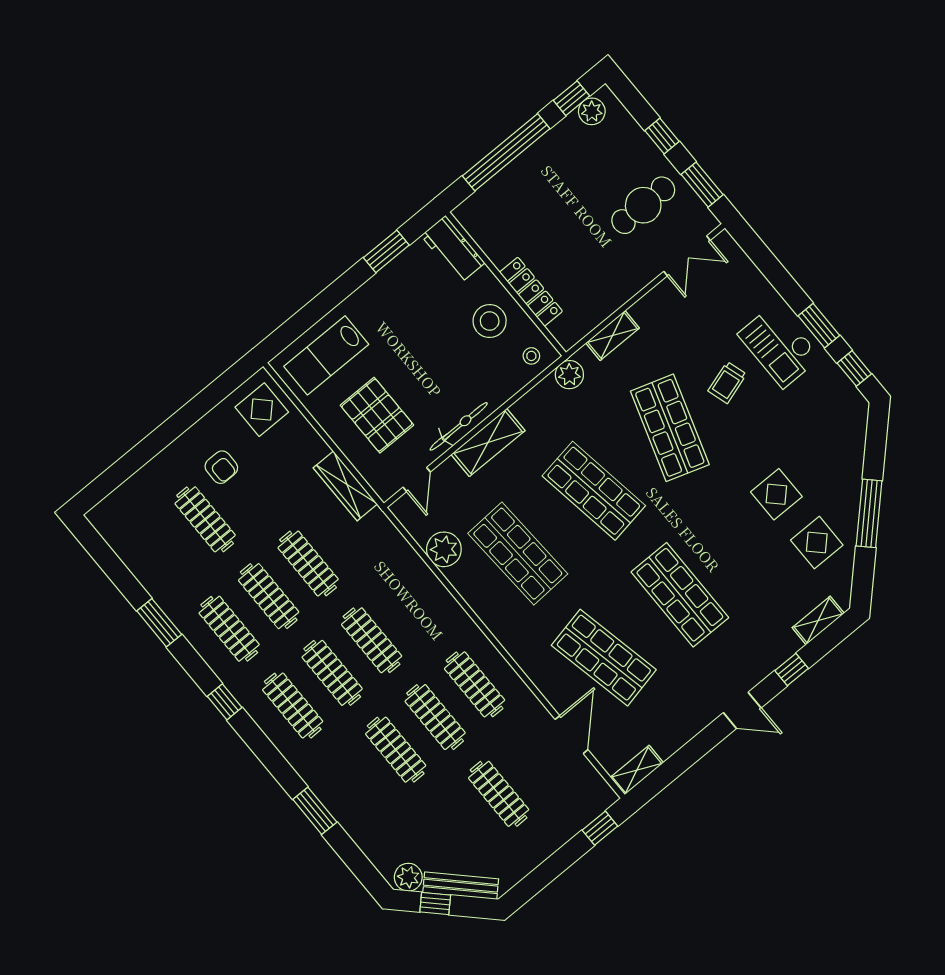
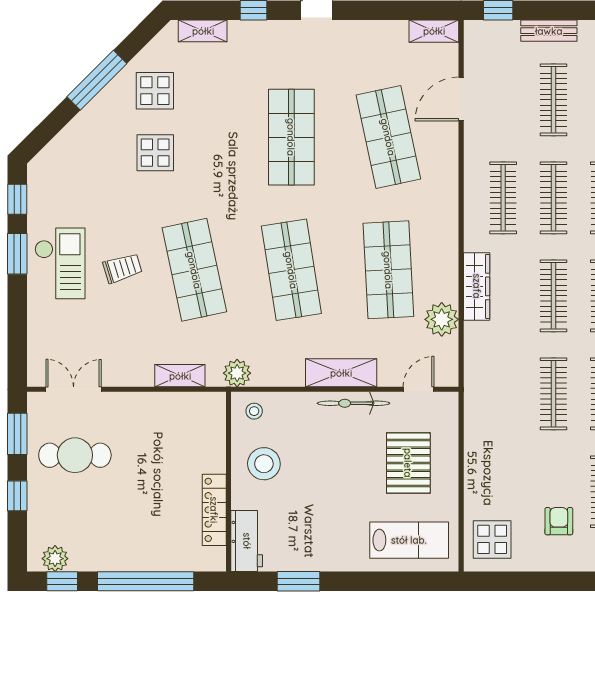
locker: (531, 292) -> (214, 510), moved
shop shelf: (670, 428) -> (194, 270), turned -30
wardrobe: (345, 486) -> (477, 286), moved
bench: (547, 845) -> (549, 31), added

